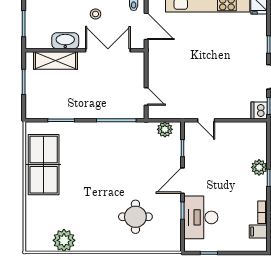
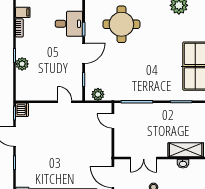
washbasin: (65, 41) -> (183, 164), width x0.52, depth x0.69
double door: (108, 50) -> (144, 158), width x0.73
round table: (135, 217) -> (121, 24), width x1.36, depth x1.36
desk: (201, 217) -> (69, 24), width x0.73

